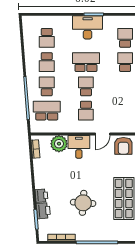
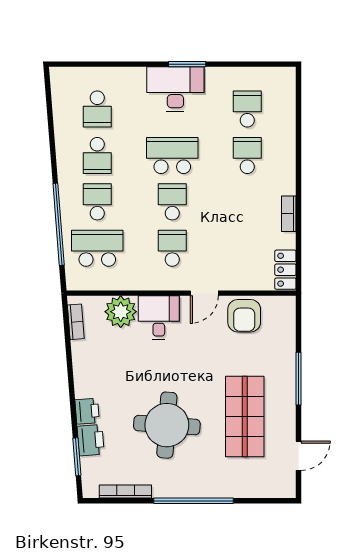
school desk: (86, 111) -> (172, 248), turned 180
round table: (83, 203) -> (167, 425), width x1.36, depth x1.36

